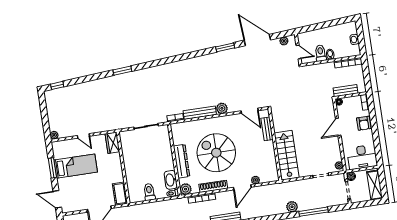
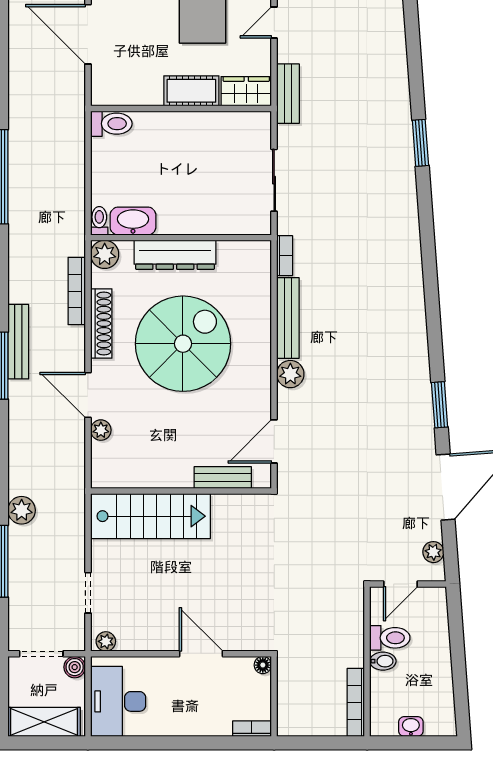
bench: (346, 91) -> (288, 94), moved
armchair: (364, 123) -> (201, 718), removed
toilet: (149, 192) -> (111, 124), moved
cot: (120, 194) -> (191, 91), moved

